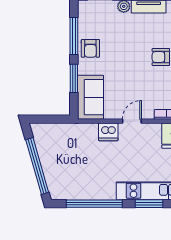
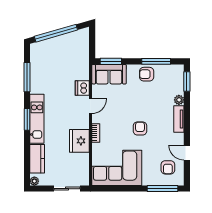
window: (74, 78) -> (111, 61), moved
door: (132, 121) -> (91, 106), hinge flipped
window: (94, 204) -> (27, 77), width x0.68

